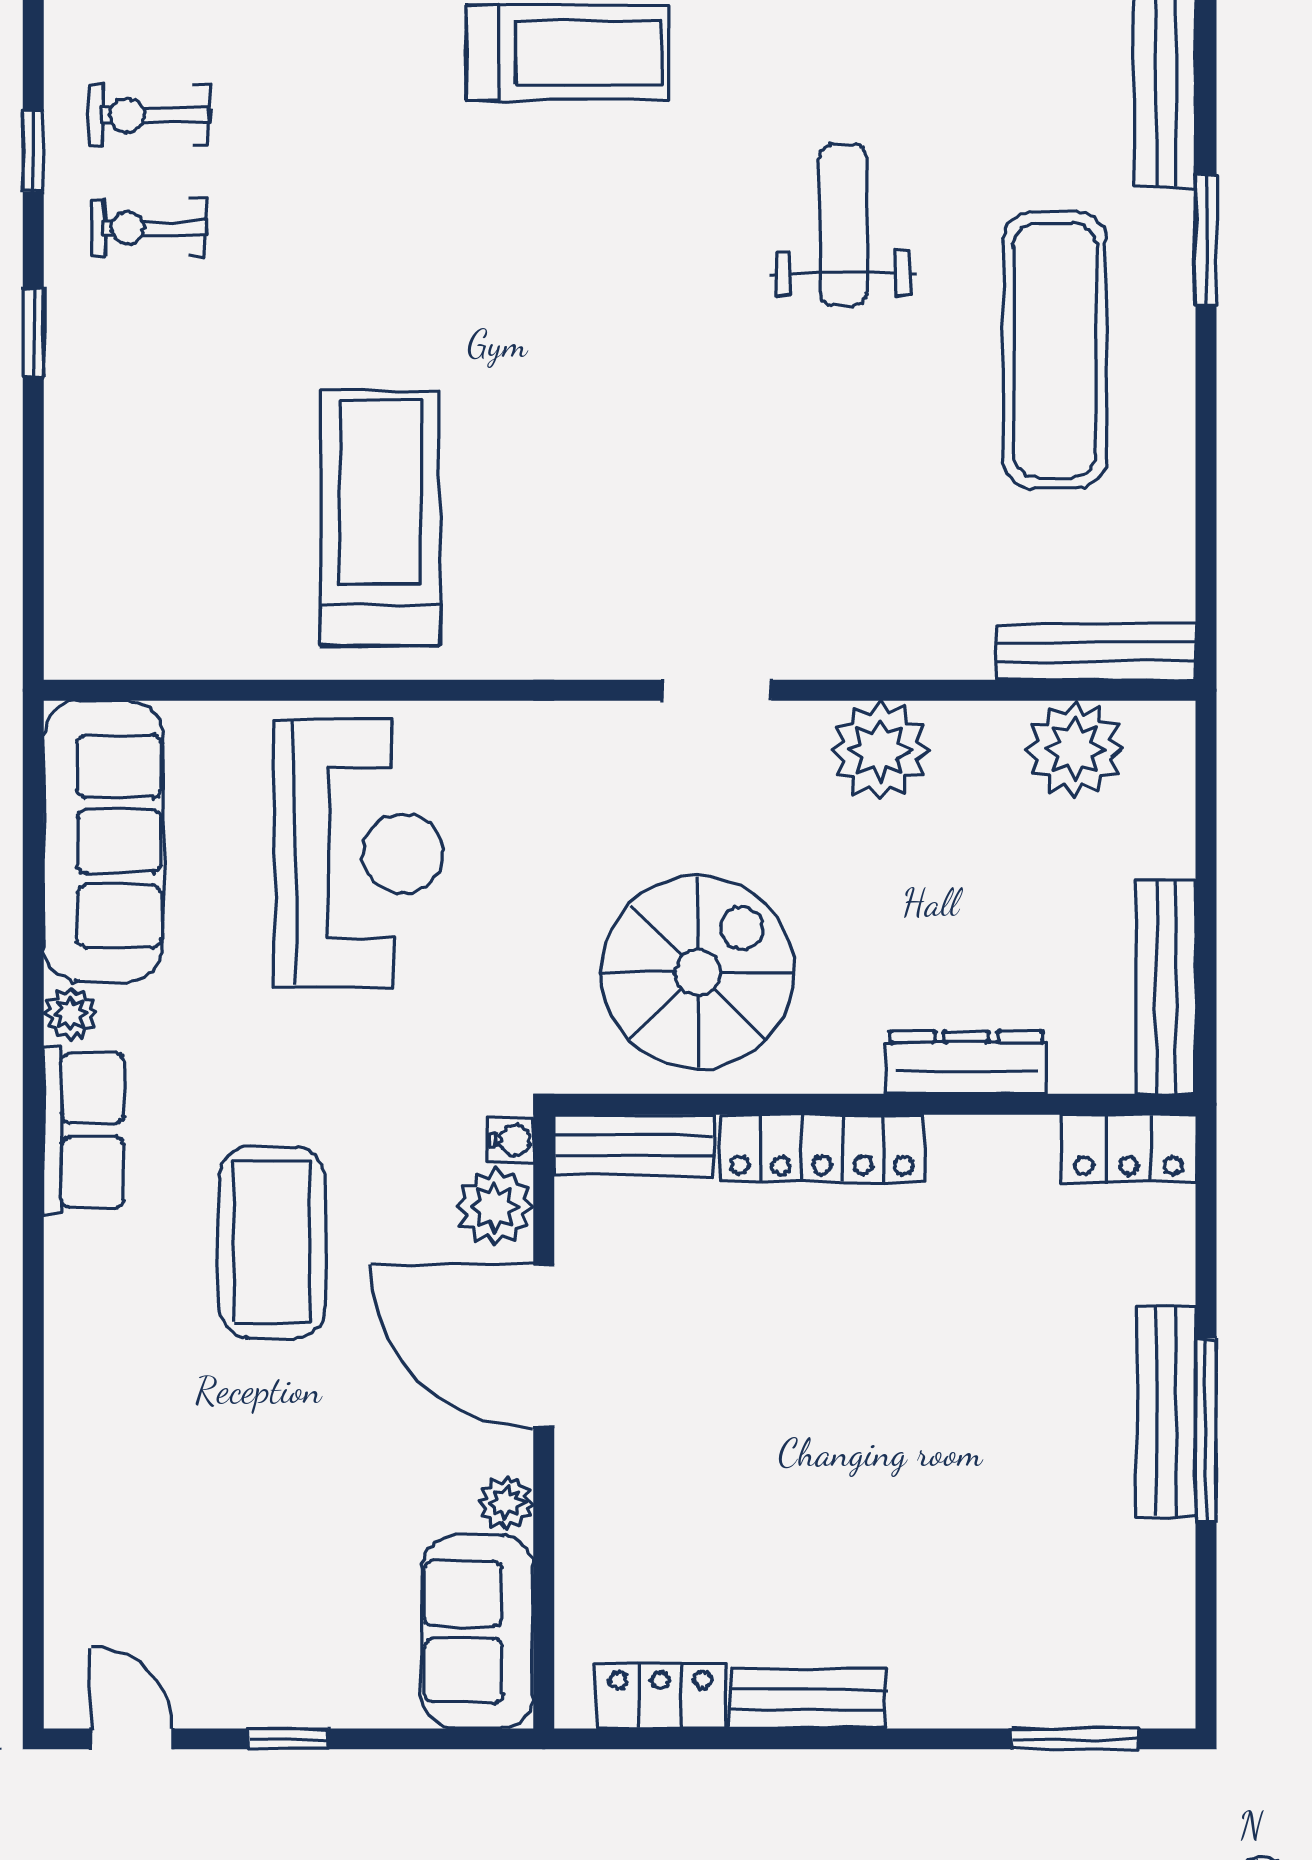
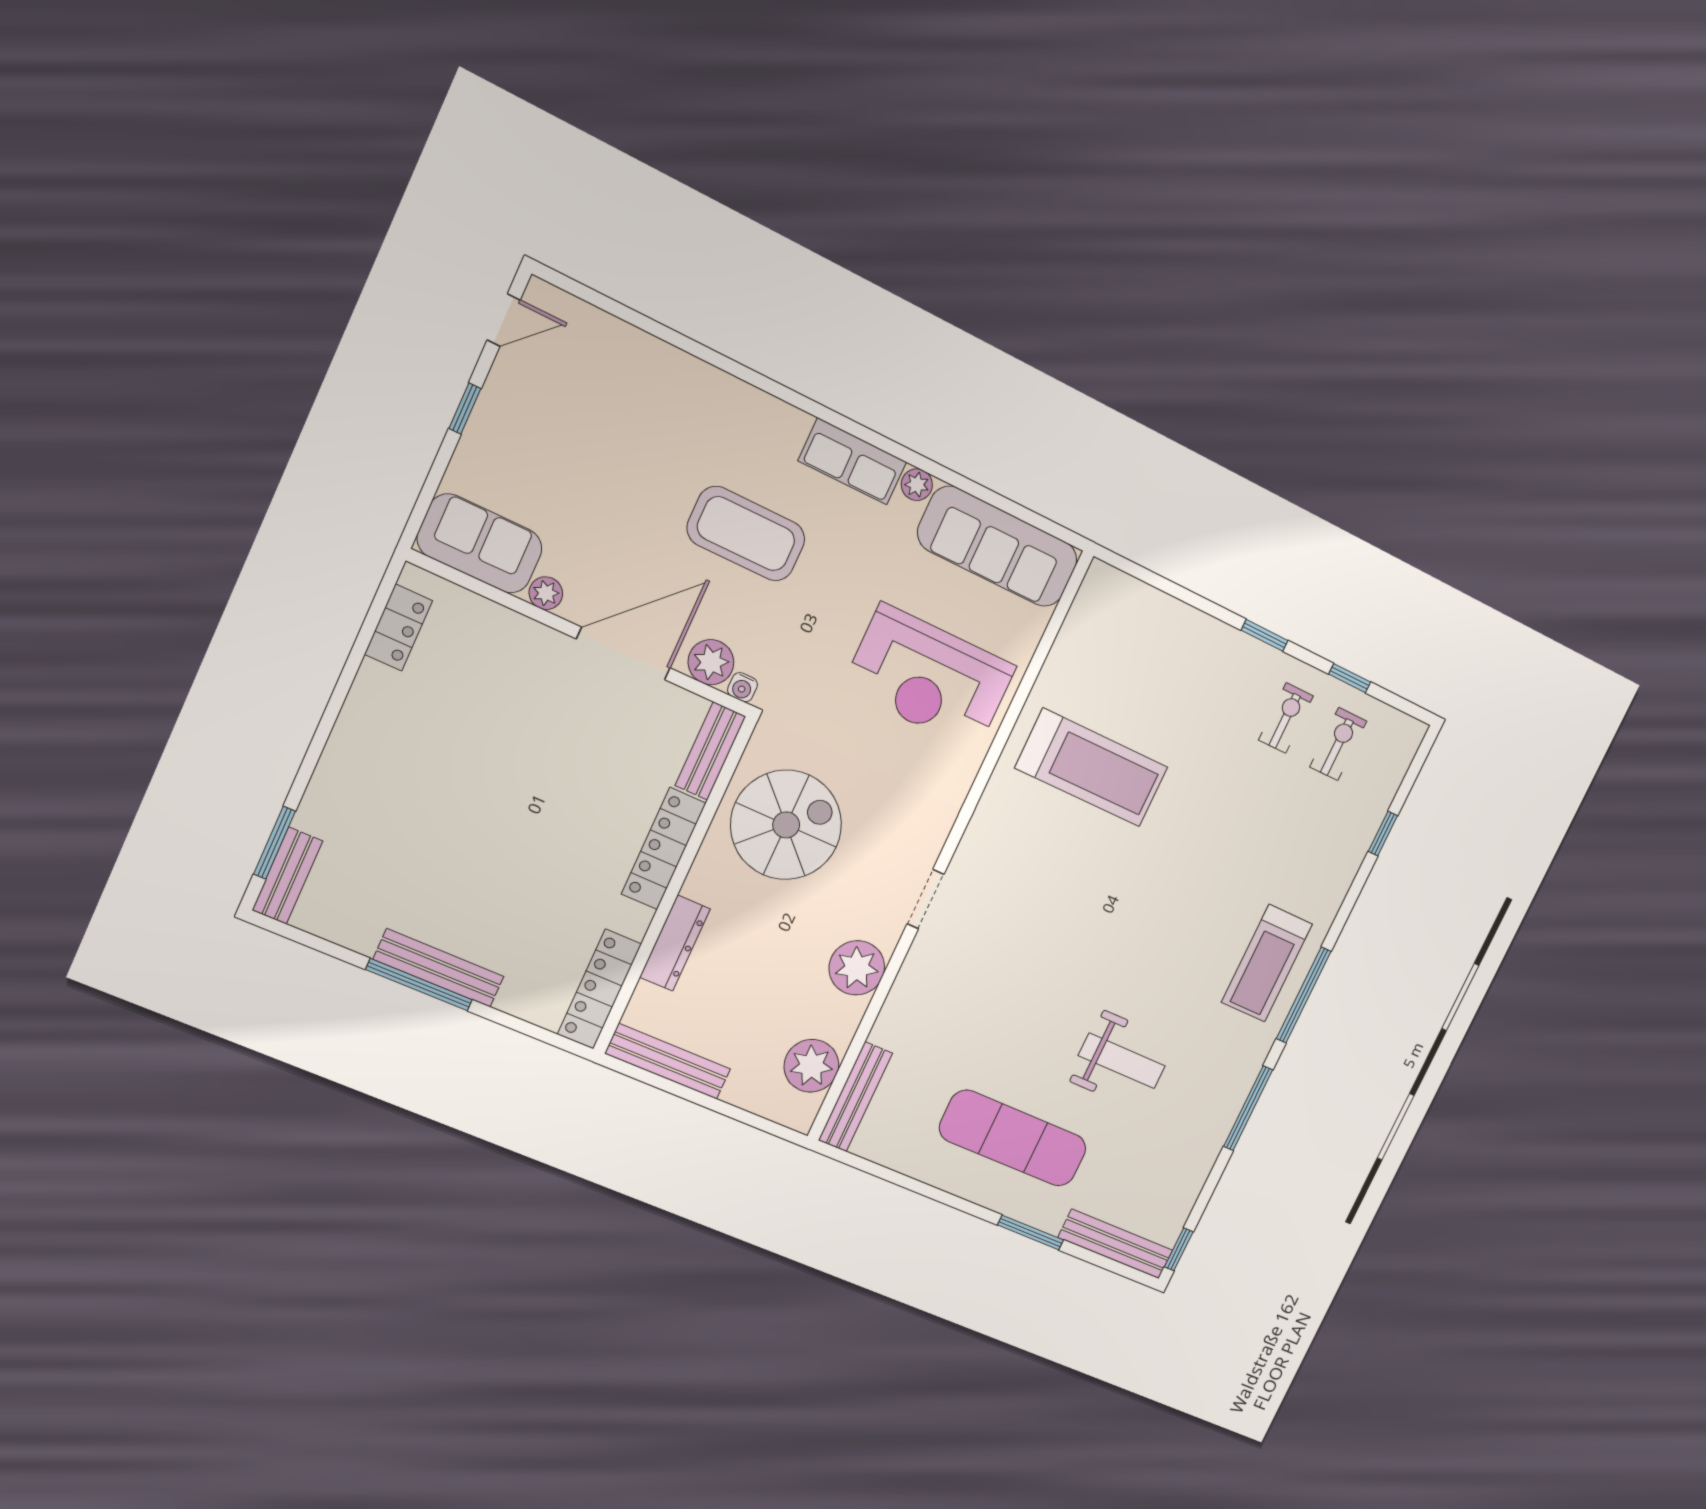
spiral stairs: (698, 972) -> (786, 825), turned -90
locker: (1129, 1148) -> (599, 989), width x1.53
bench: (808, 1699) -> (287, 876), moved

